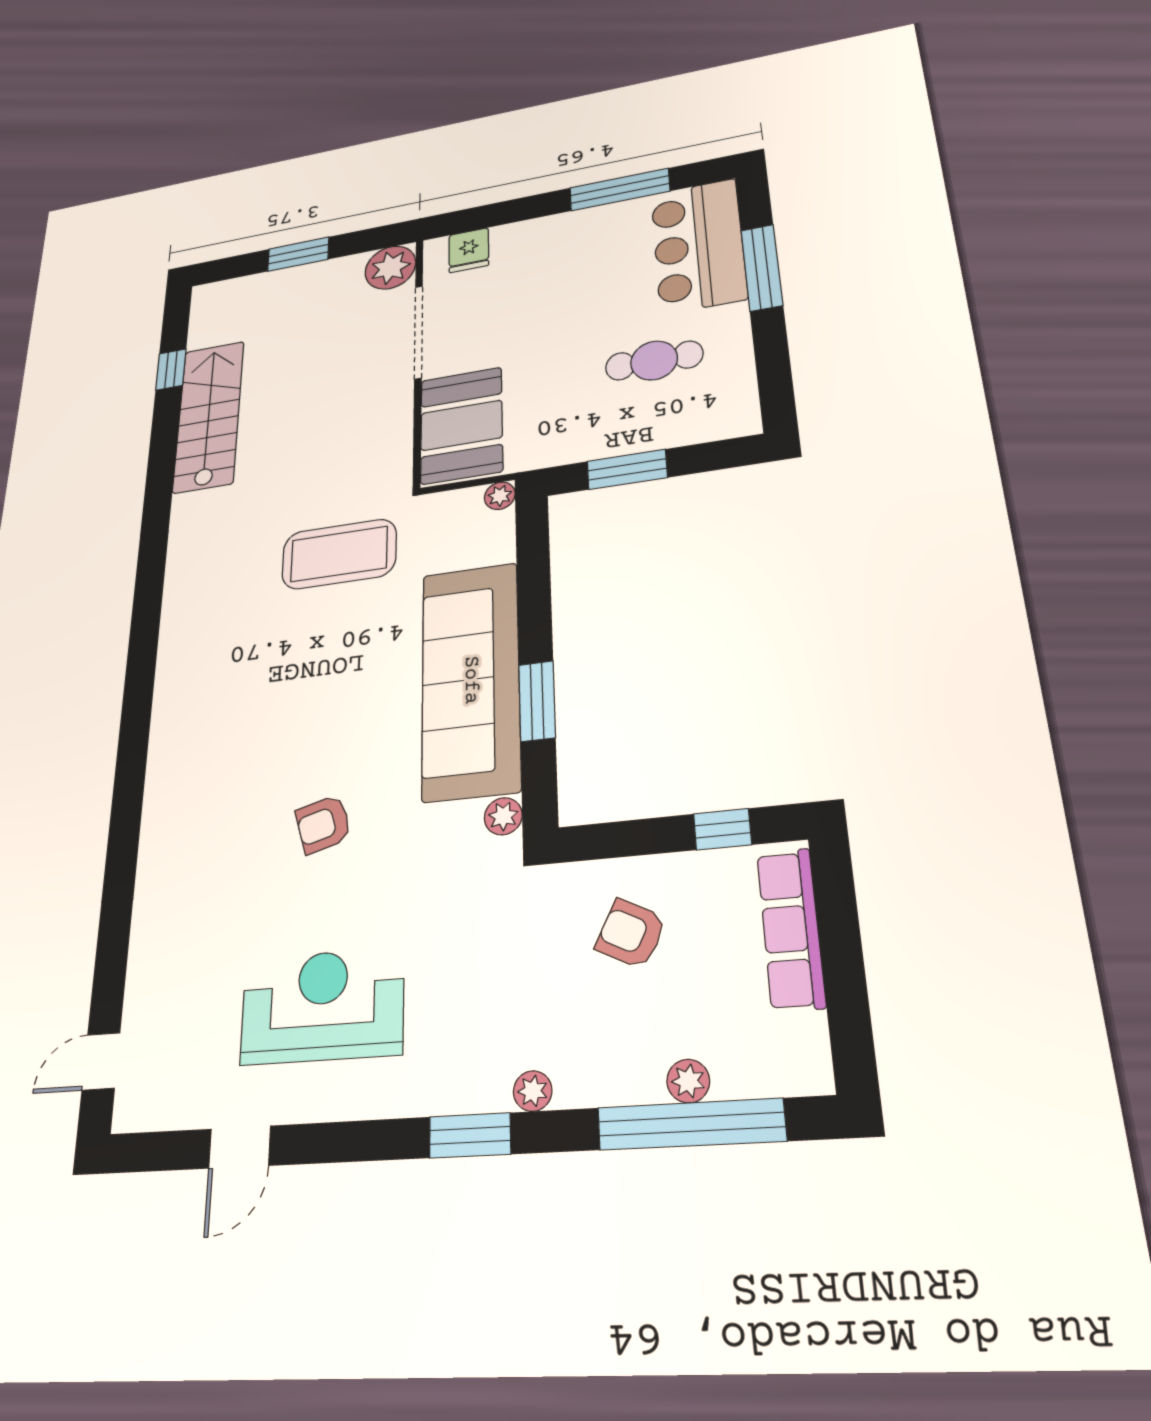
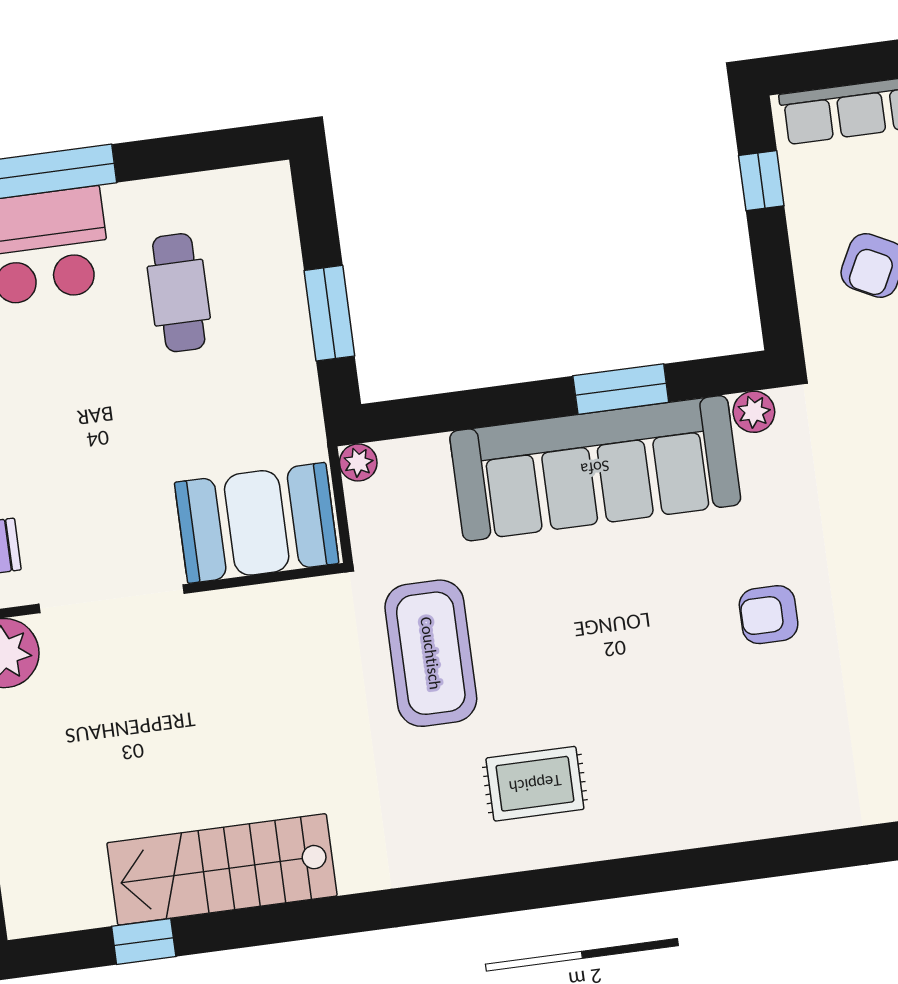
rug: (223, 634) -> (535, 784), added
armchair: (323, 824) -> (769, 615), turned 106

